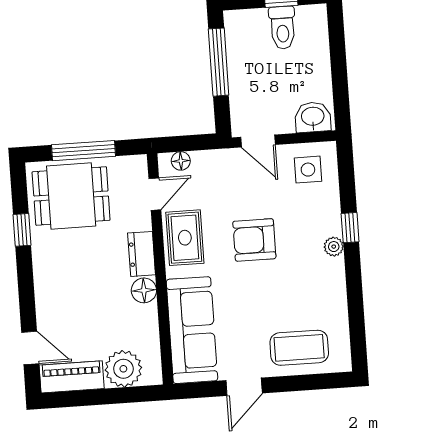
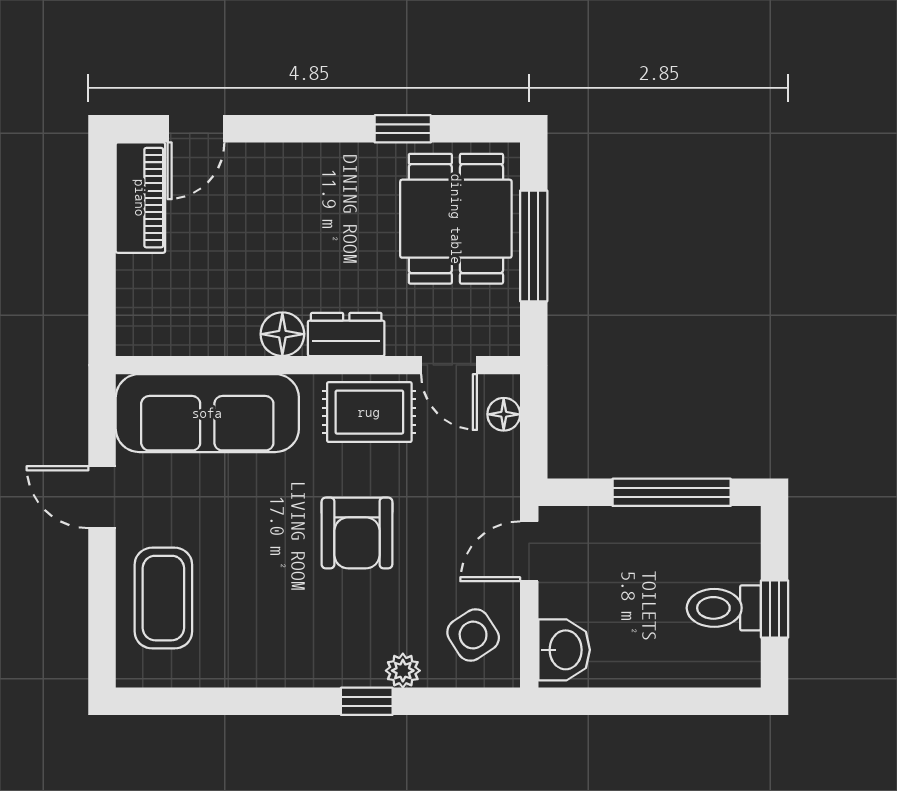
side table: (308, 170) -> (473, 635), turned -33
armchair: (254, 240) -> (357, 533), turned 180
plant: (334, 247) -> (403, 671), moved
plant: (123, 369) -> (148, 289), removed

